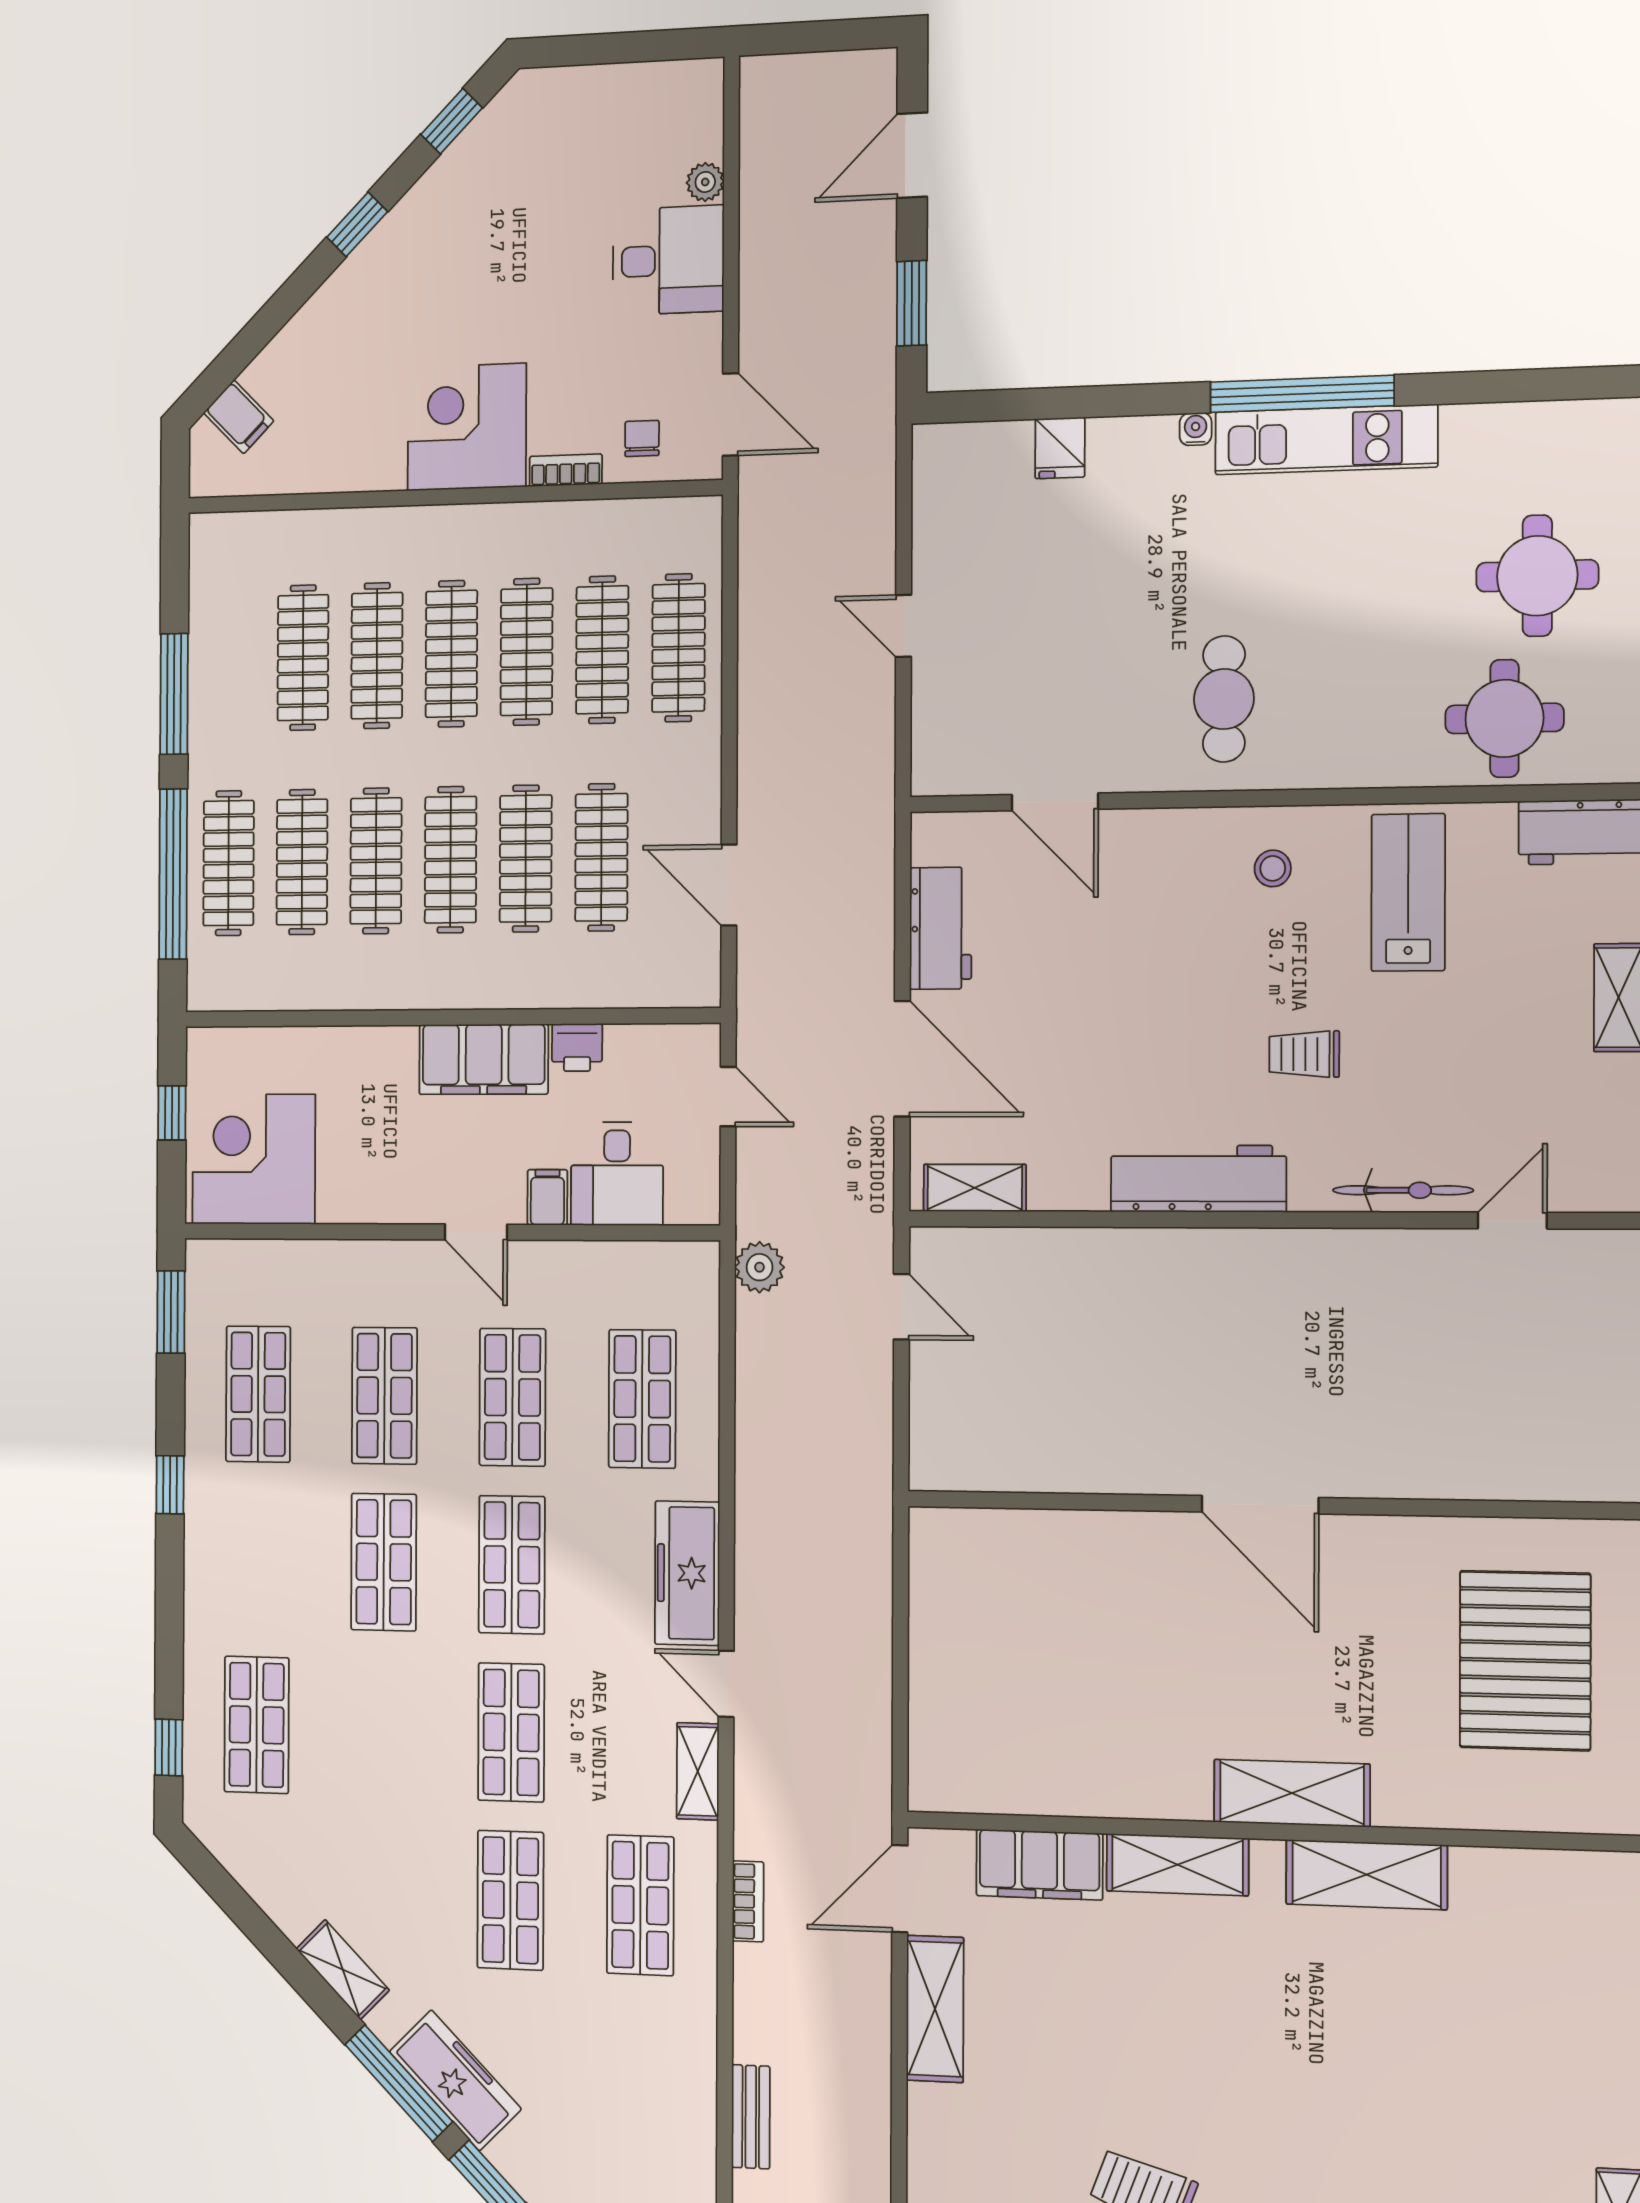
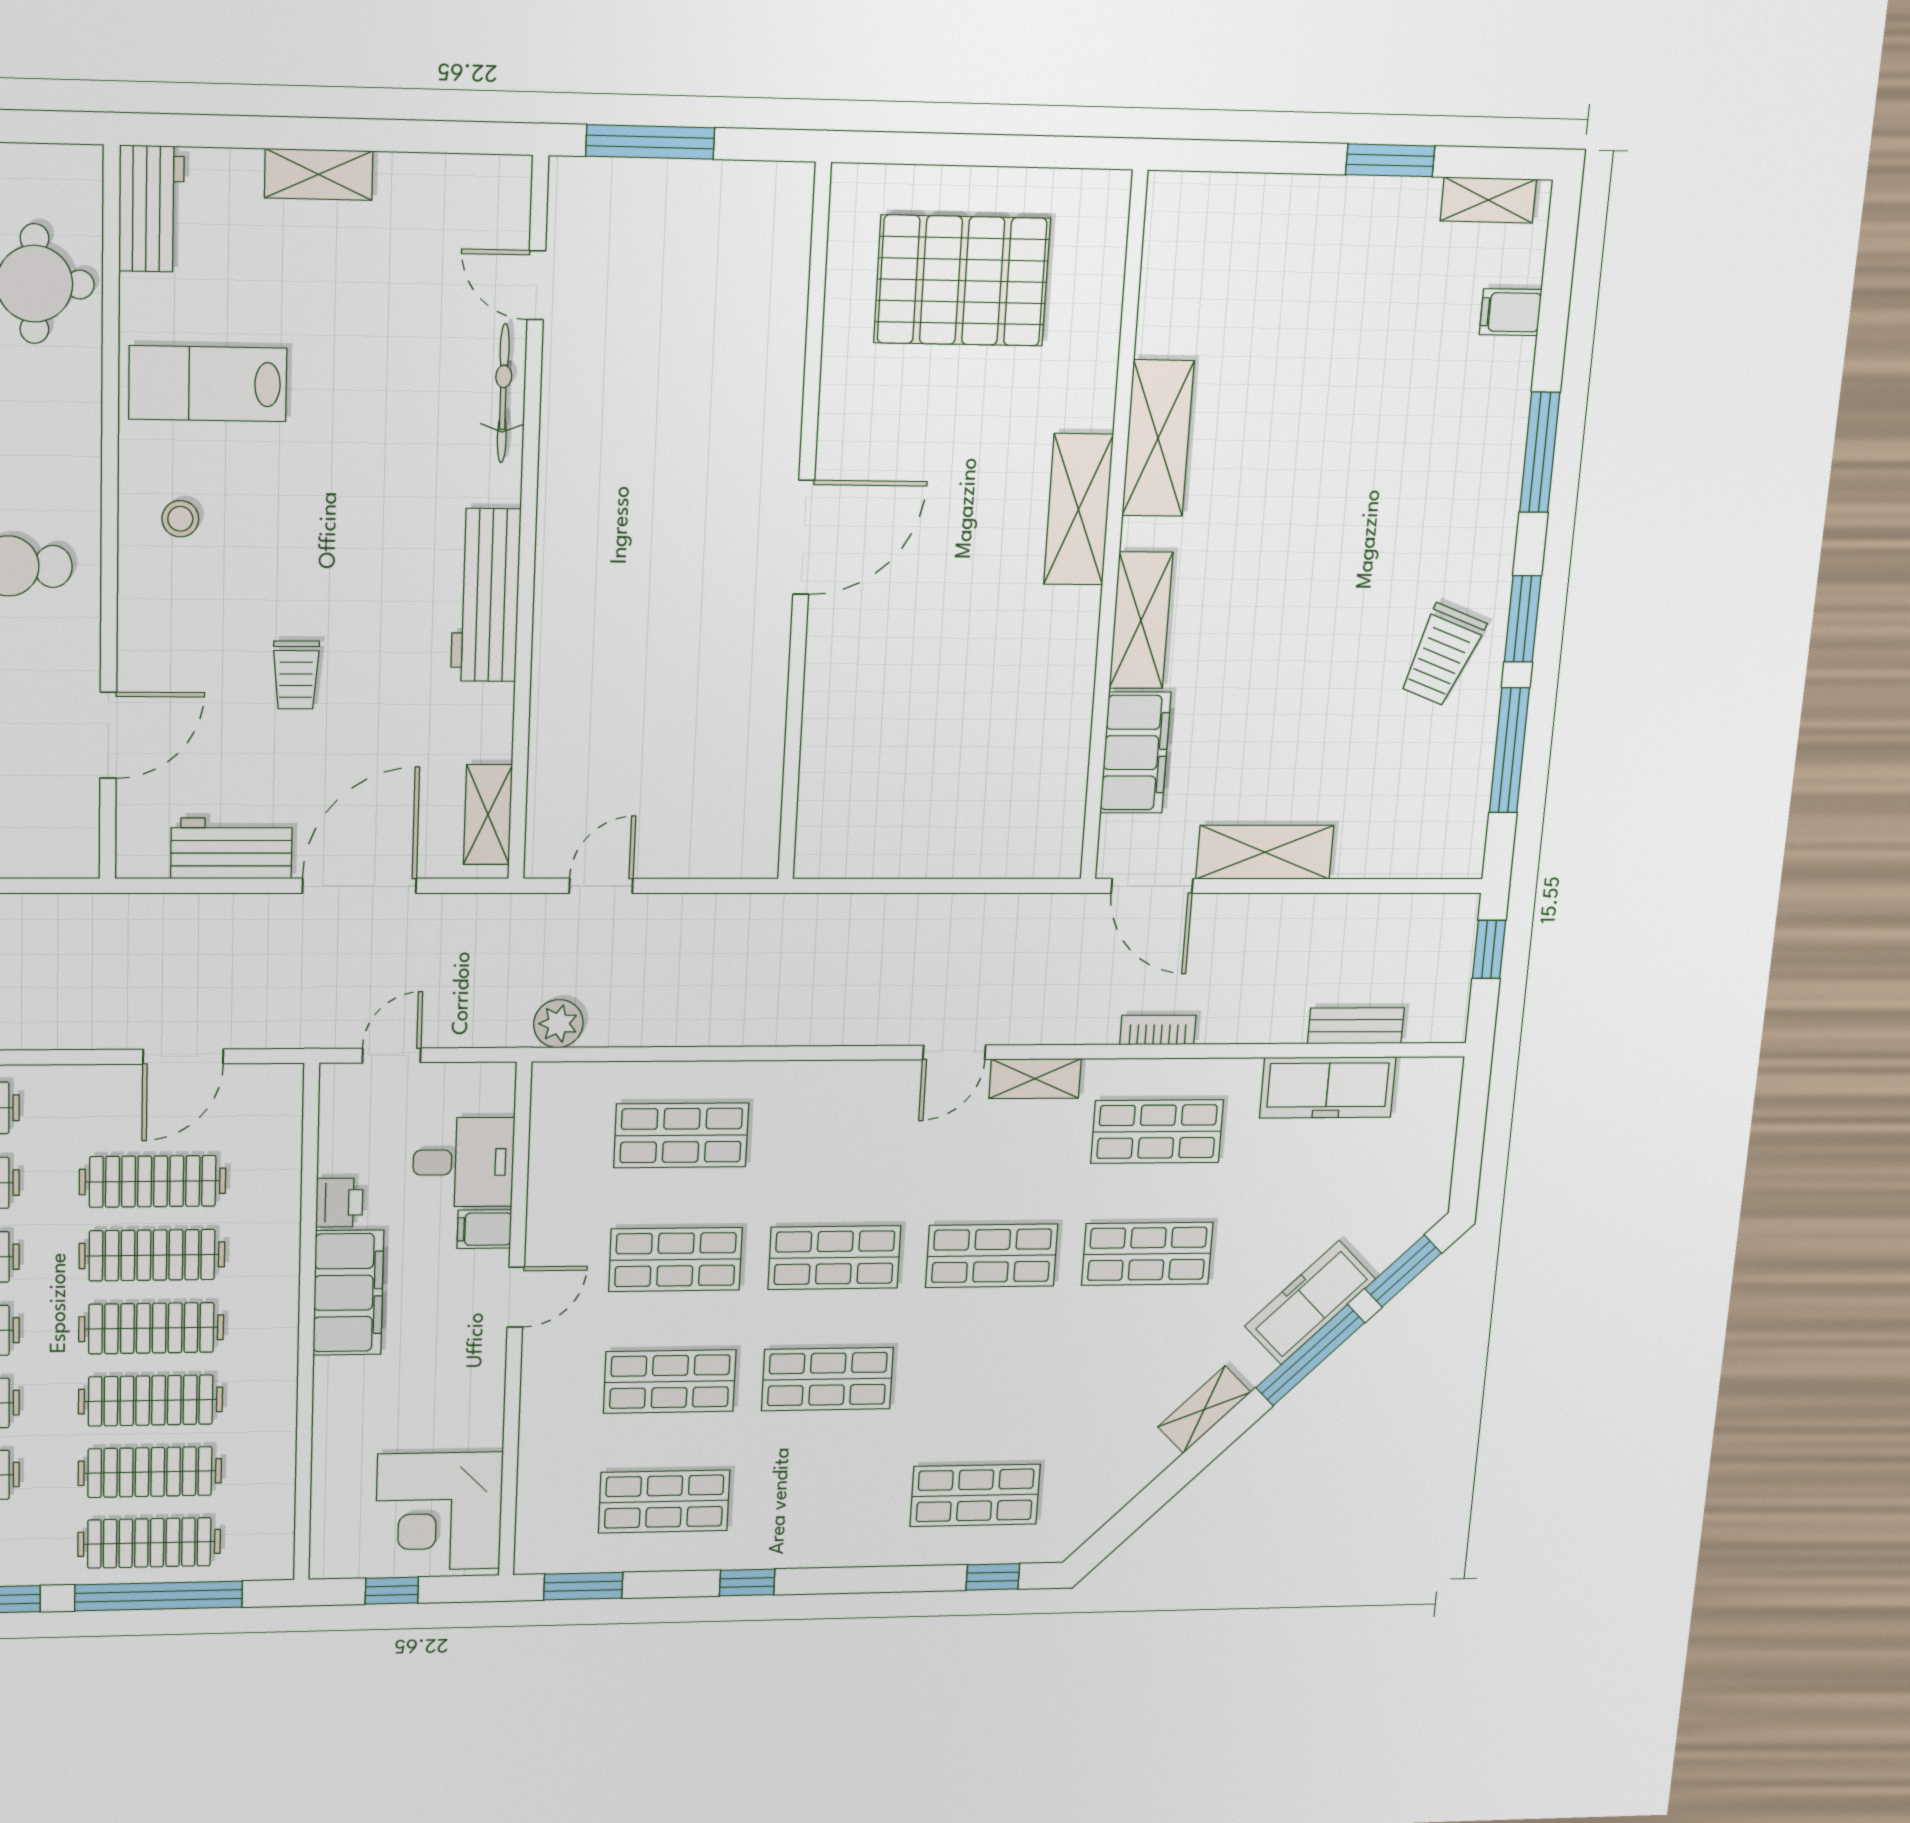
trolley: (1304, 1054) -> (296, 675), moved
freezer: (687, 1573) -> (1328, 1087), moved

